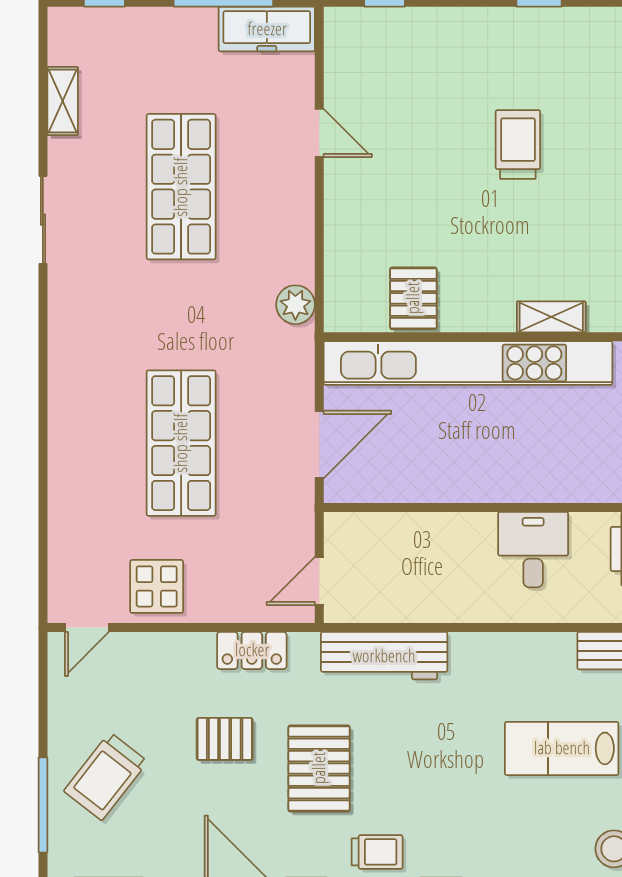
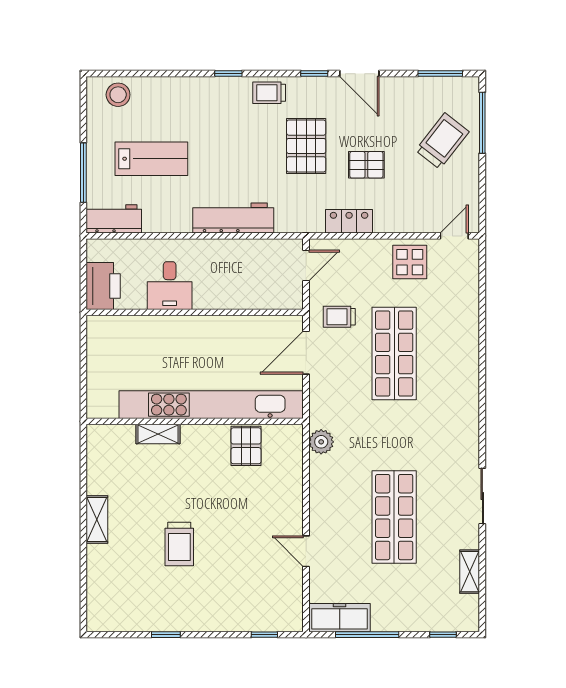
trolley: (267, 501) -> (339, 317), added
workbench: (384, 656) -> (233, 218), moved

